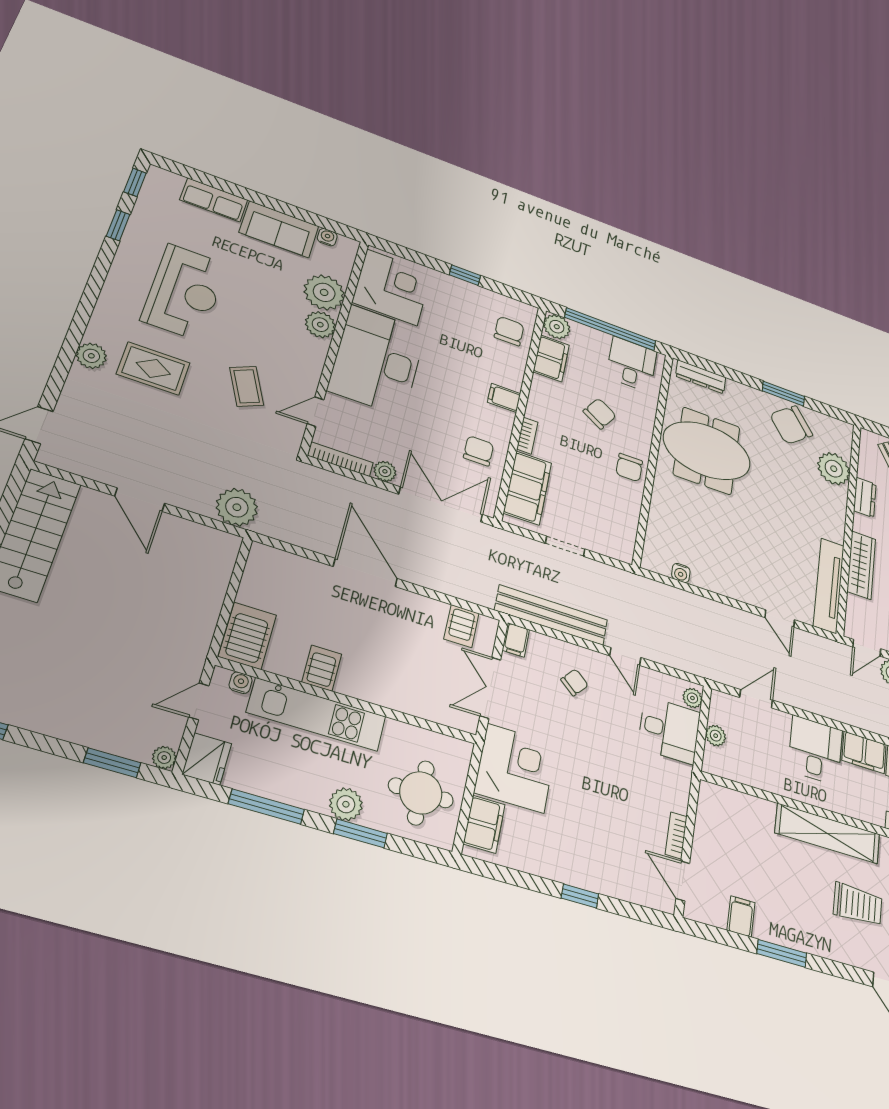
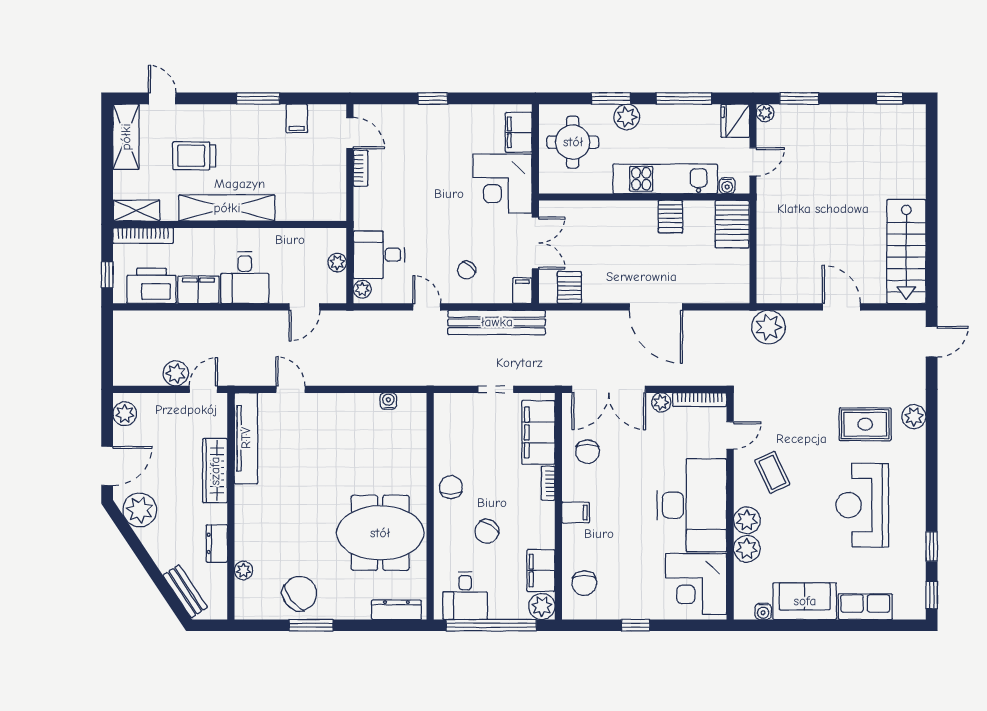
plant: (324, 292) -> (747, 549), width x0.73, depth x0.73
coffee table: (247, 386) -> (772, 472), moved
plant: (834, 469) -> (243, 570), width x0.53, depth x0.53

